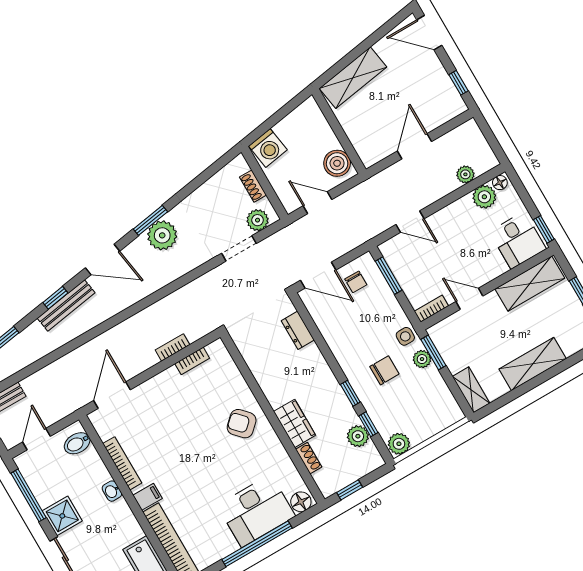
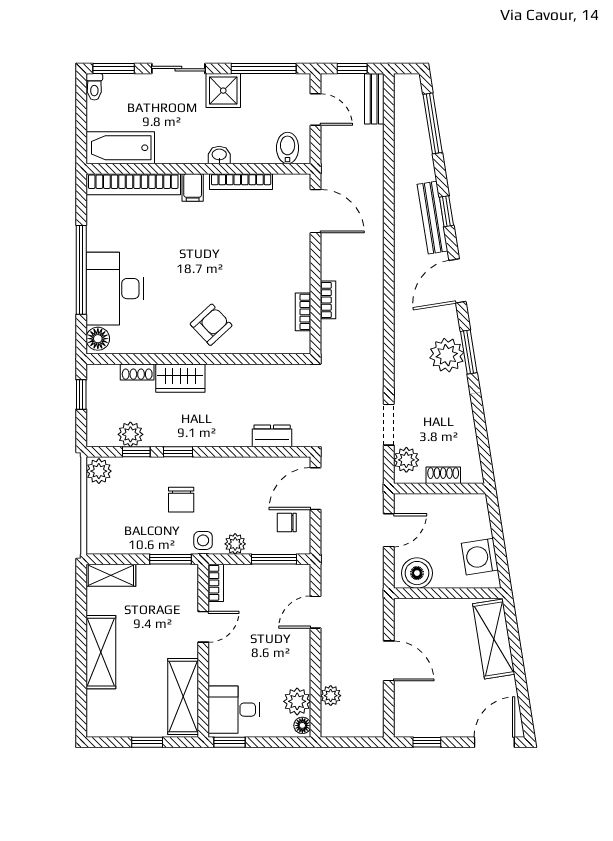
washing machine: (268, 148) -> (480, 557), moved
plant: (422, 359) -> (235, 544), moved

